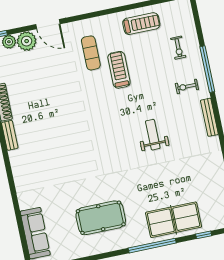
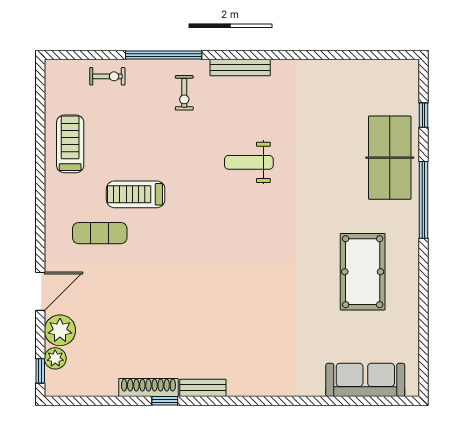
exercise bike: (178, 48) -> (107, 76), moved

